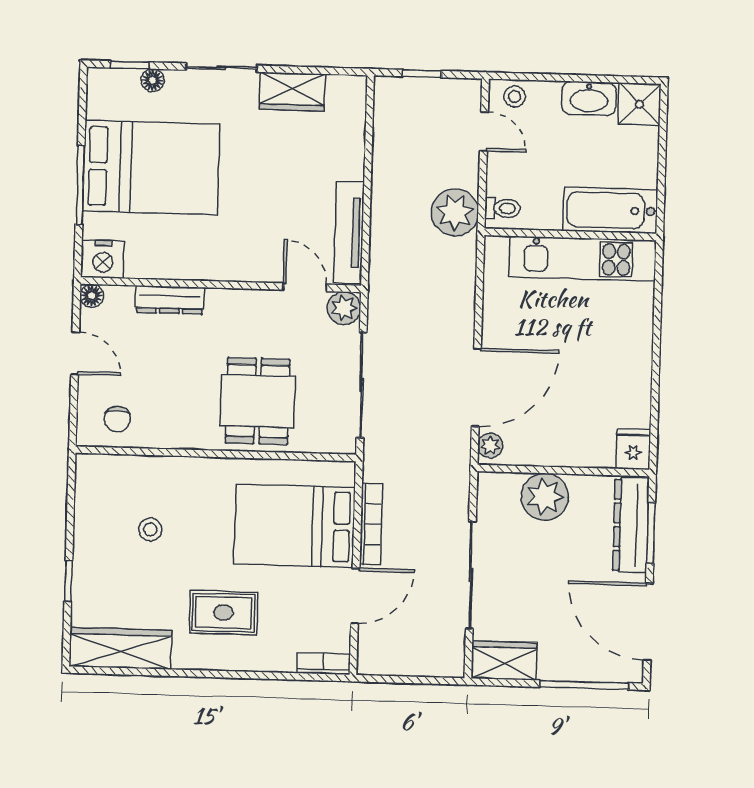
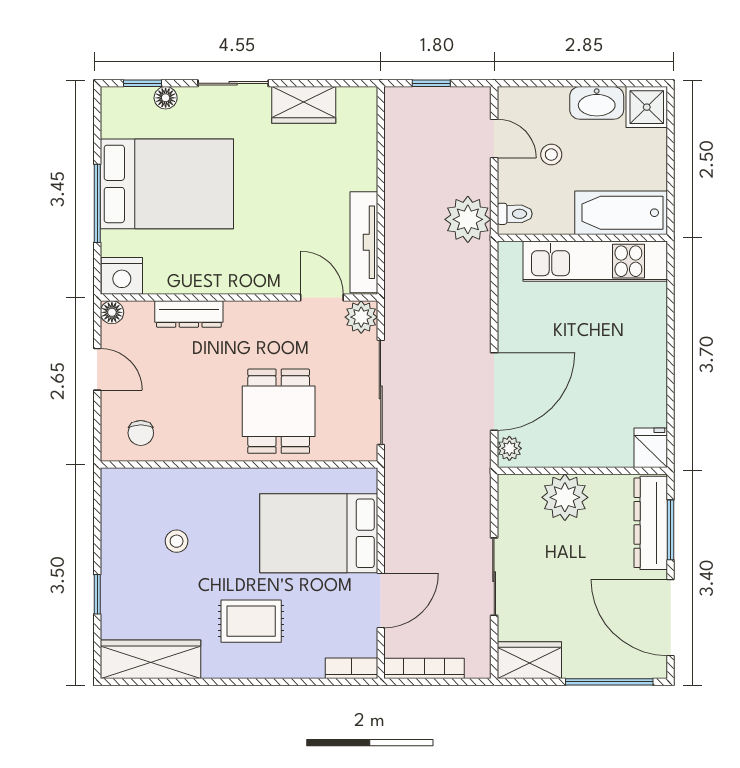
stool: (515, 97) -> (551, 155), moved
bookcase: (371, 524) -> (424, 668), moved, turned -90
sliding door: (471, 575) -> (494, 577), width x0.73

